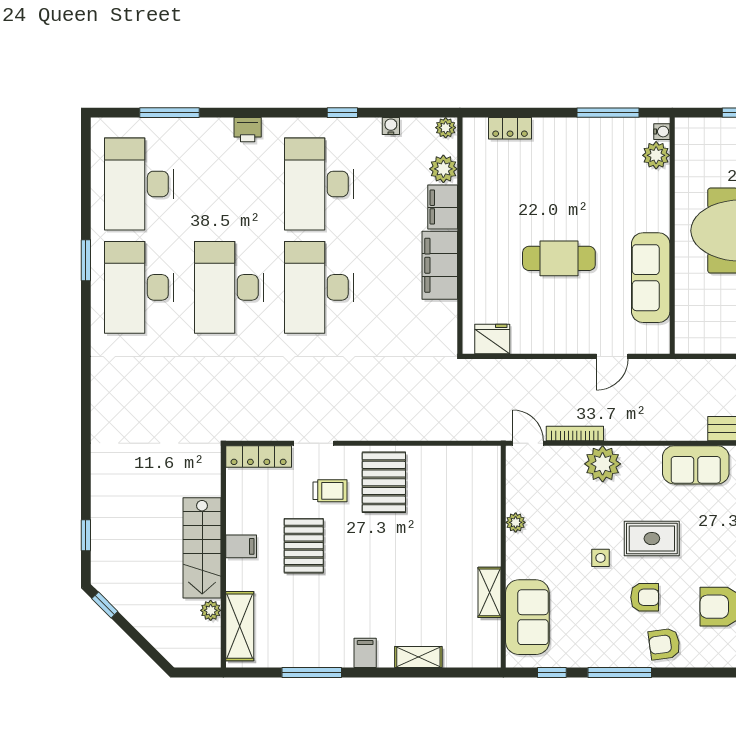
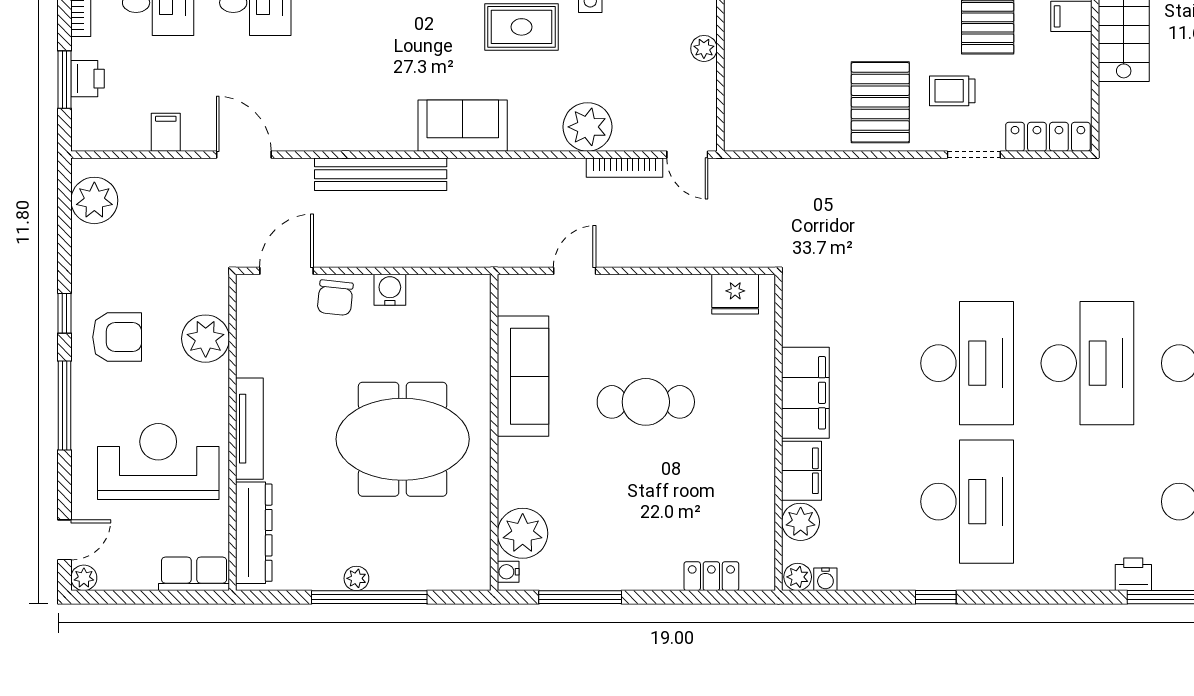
water cooler: (391, 126) -> (825, 579), moved
printer: (248, 130) -> (1133, 574), moved
plant: (656, 155) -> (523, 533), width x1.36, depth x1.36

